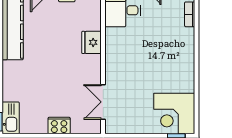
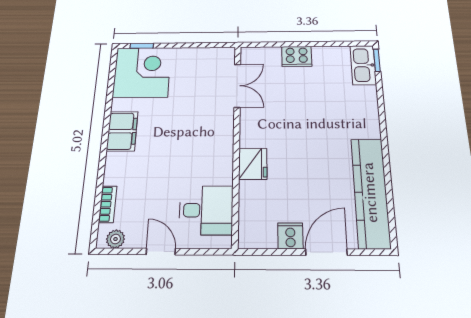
filing cabinet: (185, 67) -> (122, 131), added

